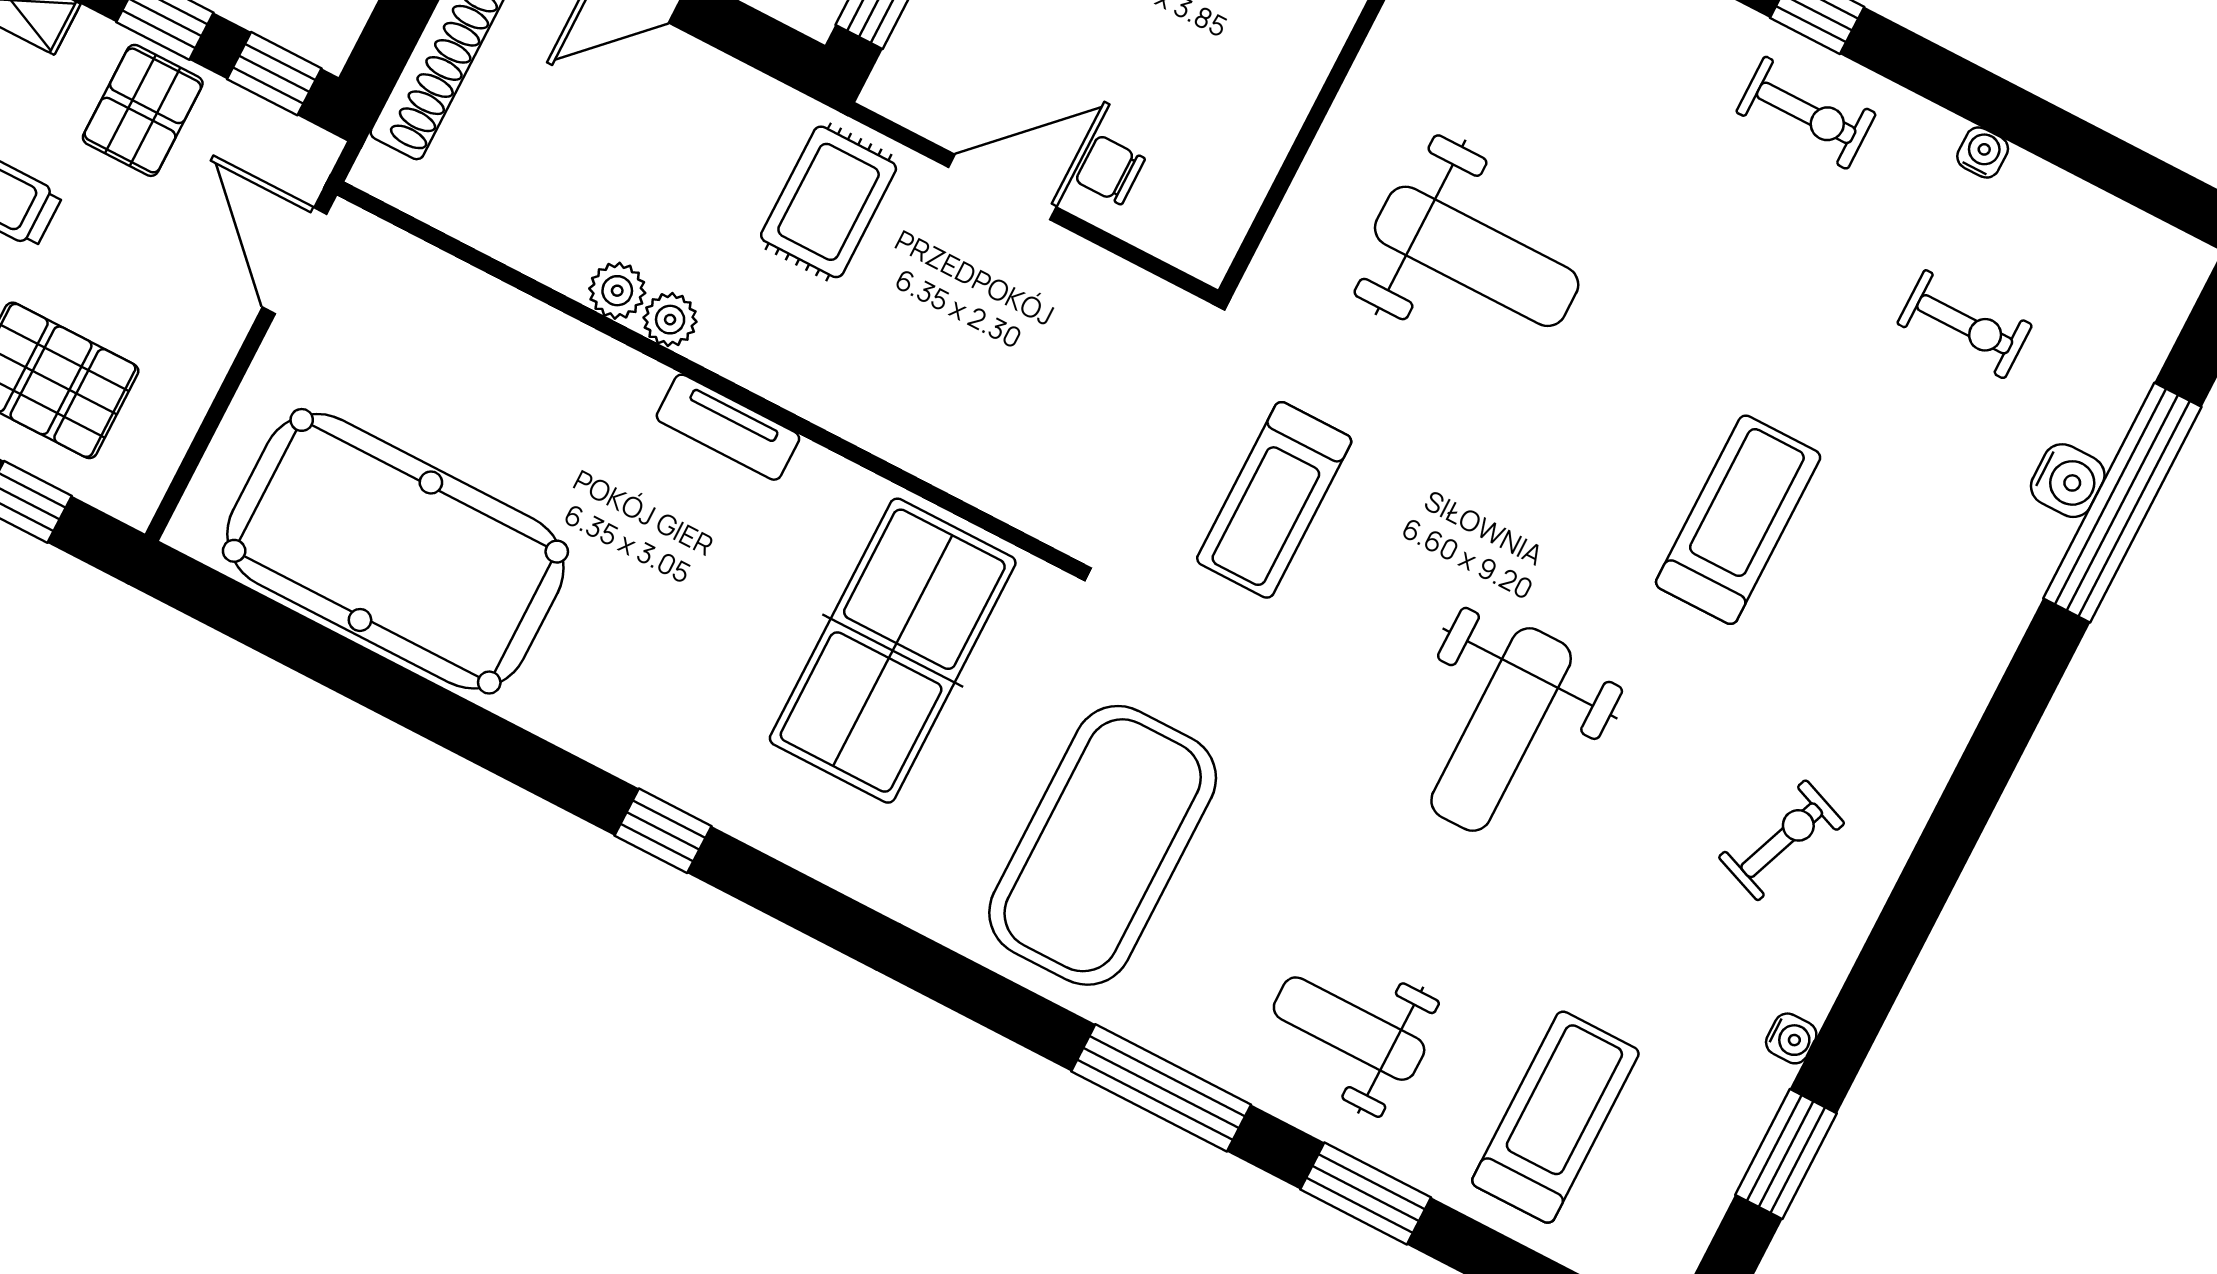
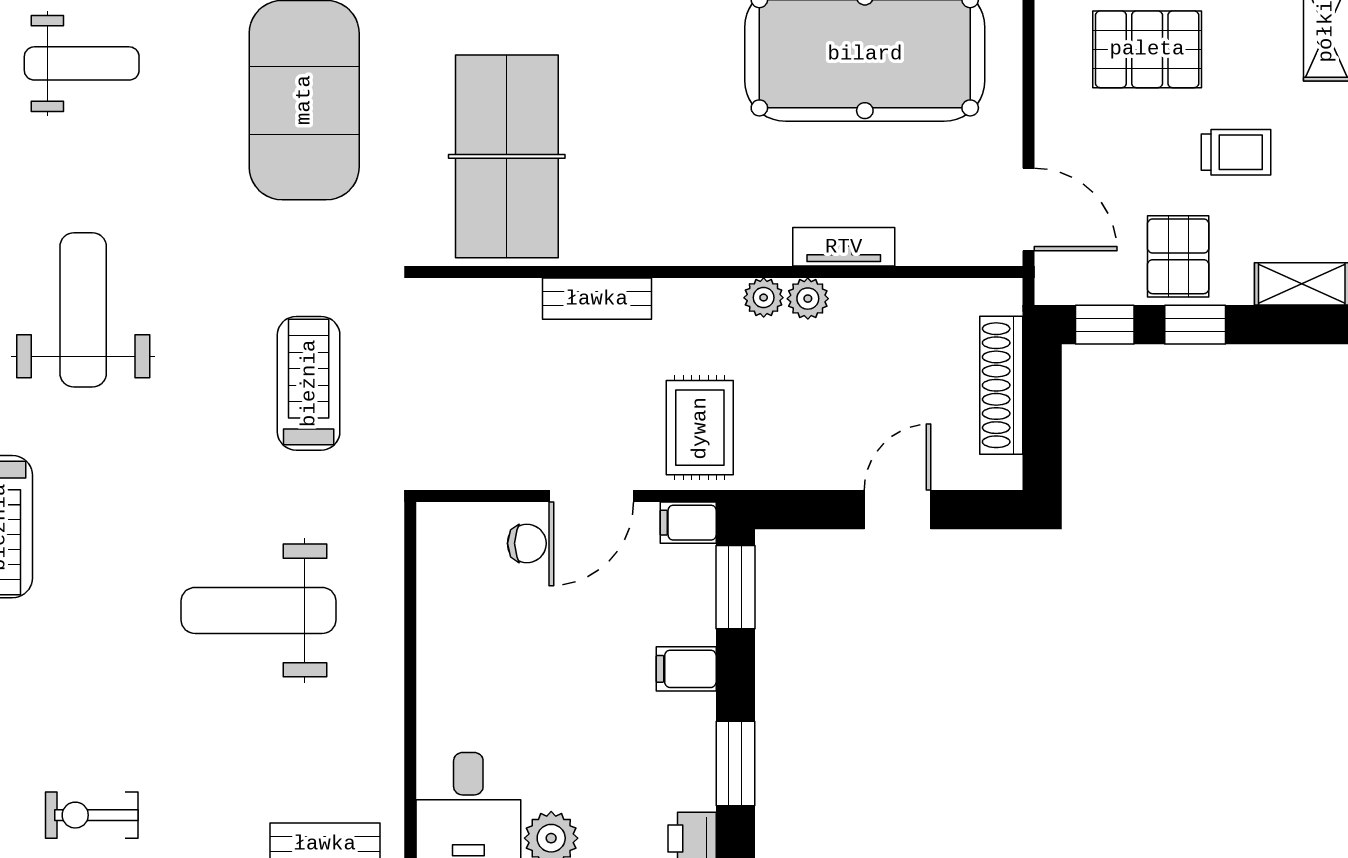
filing cabinet: (902, 94) -> (688, 523), added
bench: (872, 422) -> (597, 299), added
tv unit: (728, 427) -> (844, 247), moved

